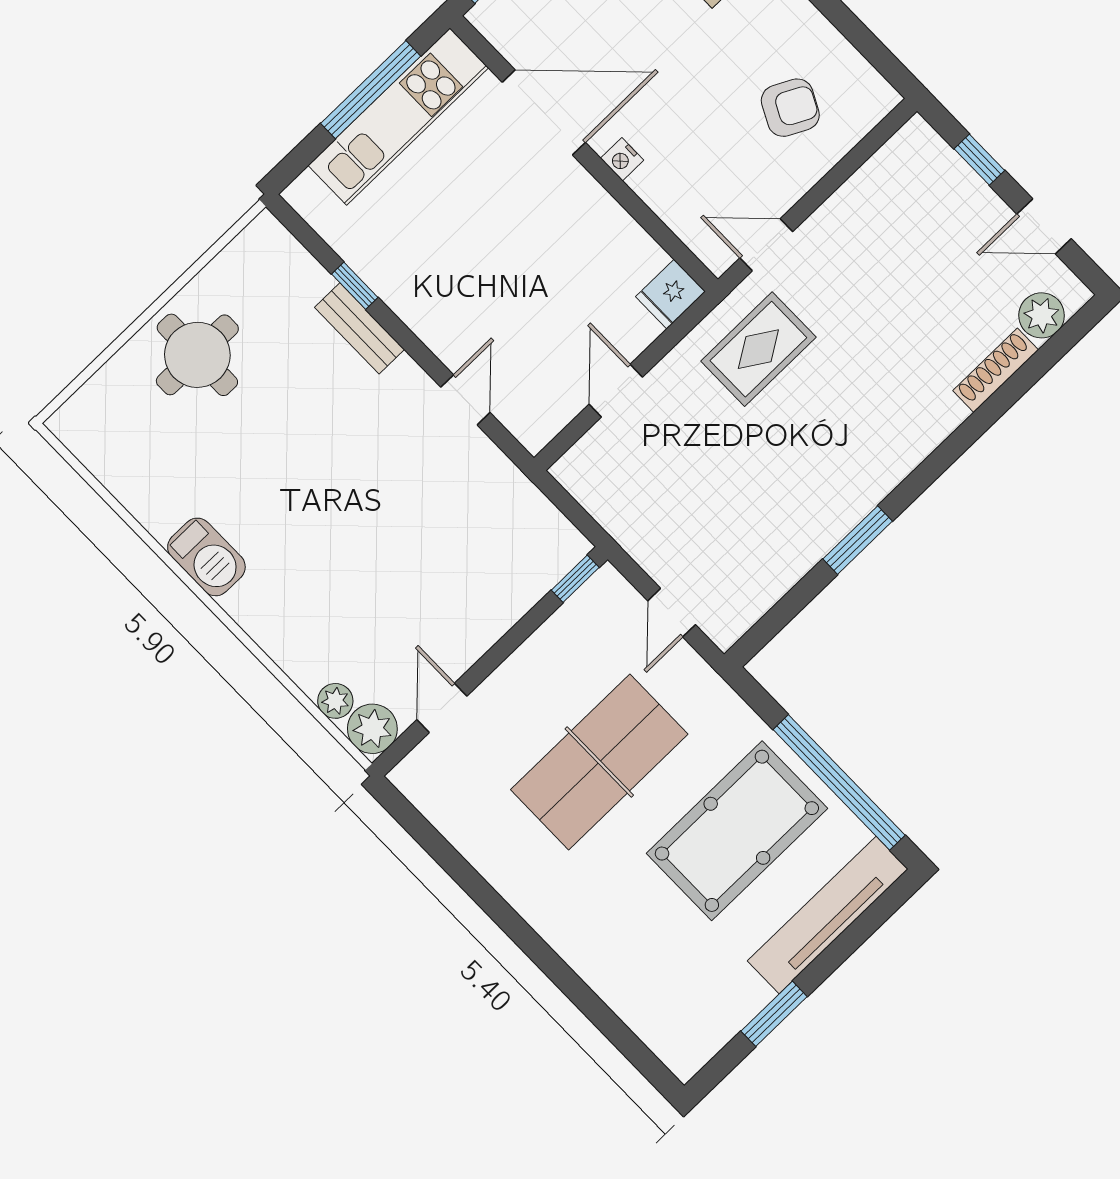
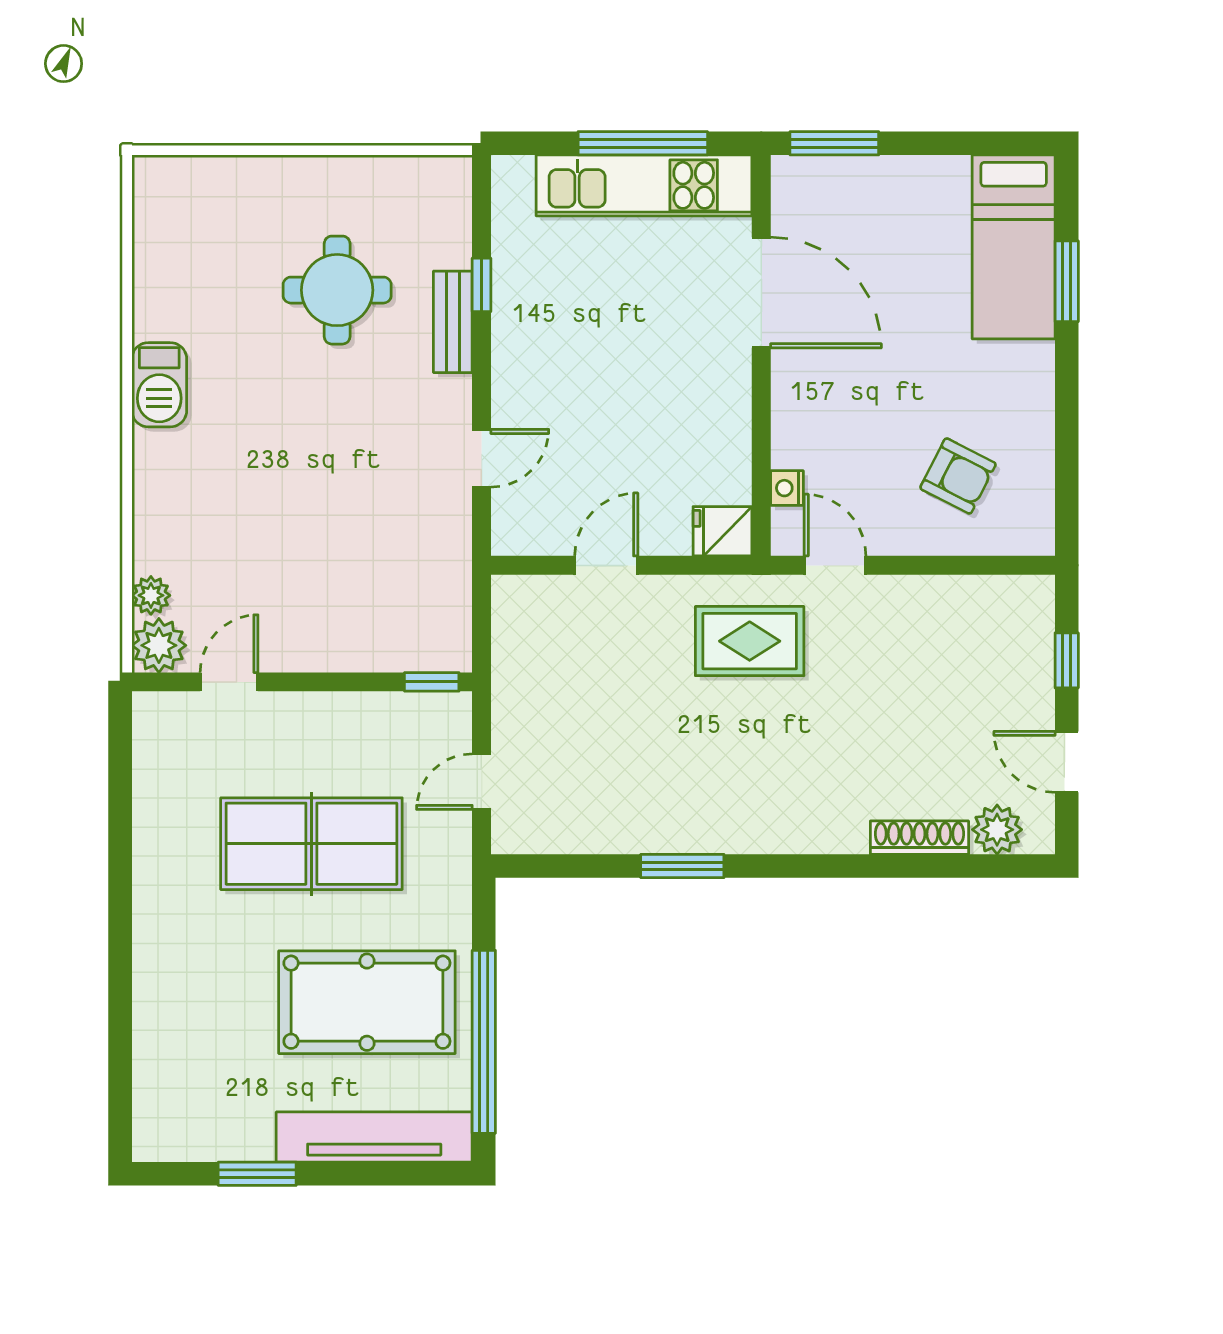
nightstand: (622, 159) -> (787, 488), moved
round table: (197, 355) -> (337, 290), moved

